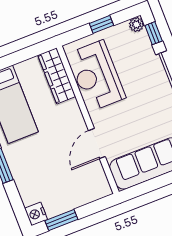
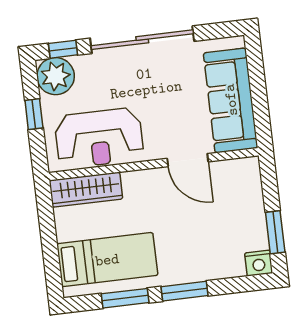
plant: (136, 25) -> (56, 76), width x1.87, depth x1.87

